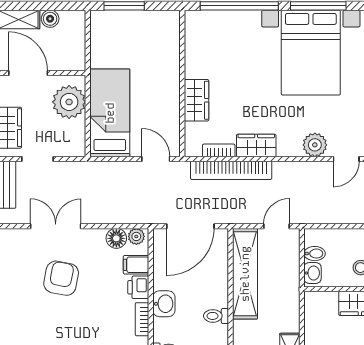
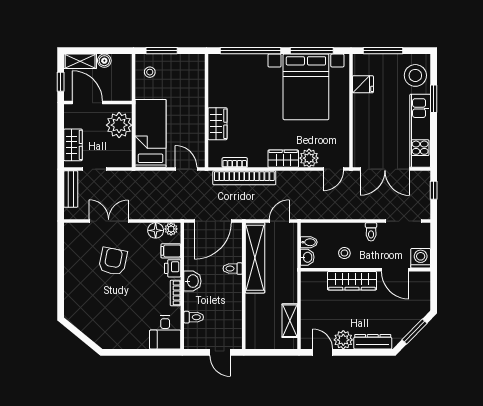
stool: (109, 34) -> (150, 72), added
wardrobe: (256, 146) -> (283, 159), moved
toilet: (216, 316) -> (233, 269), moved

